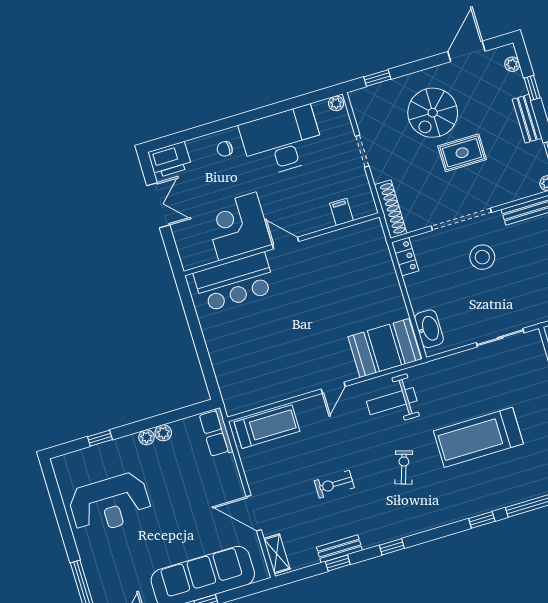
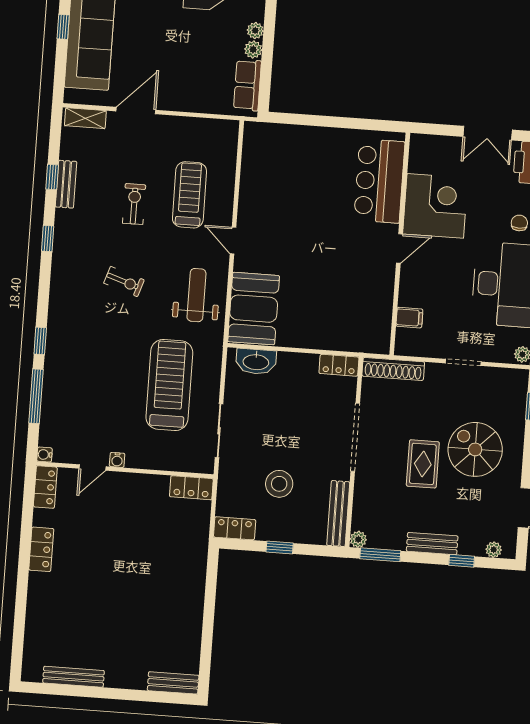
stool: (482, 257) -> (279, 484), moved
treadmill: (267, 427) -> (189, 195), moved, turned 180
row of seats: (216, 433) -> (247, 85), moved, turned -90
treadmill: (478, 437) -> (169, 385), moved

